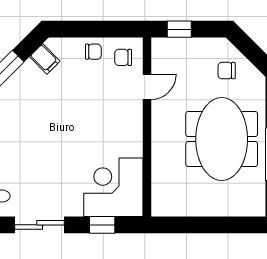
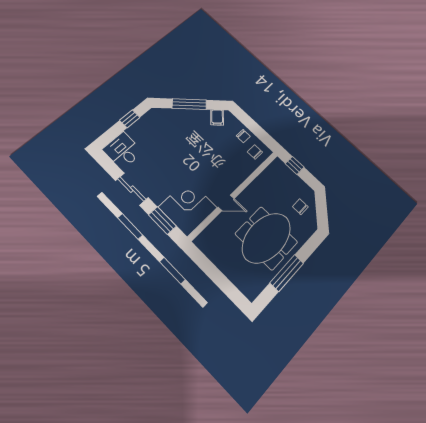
door: (147, 87) -> (226, 203), moved
window: (102, 225) -> (162, 220), width x1.50

